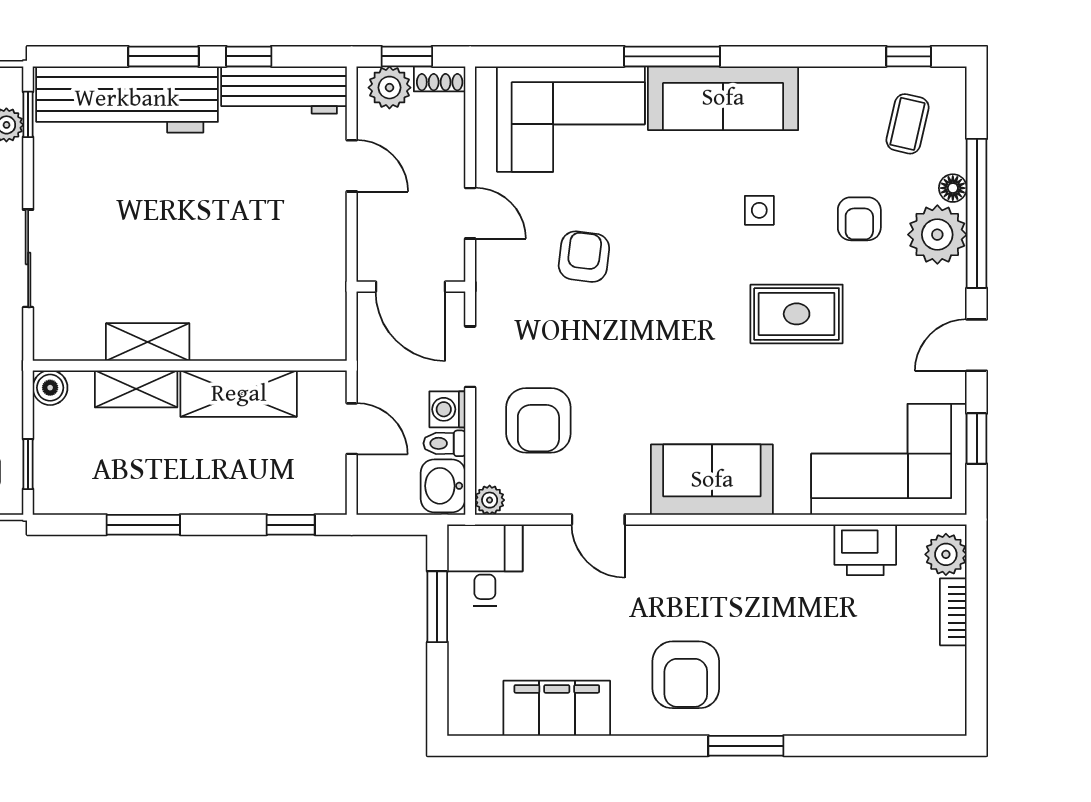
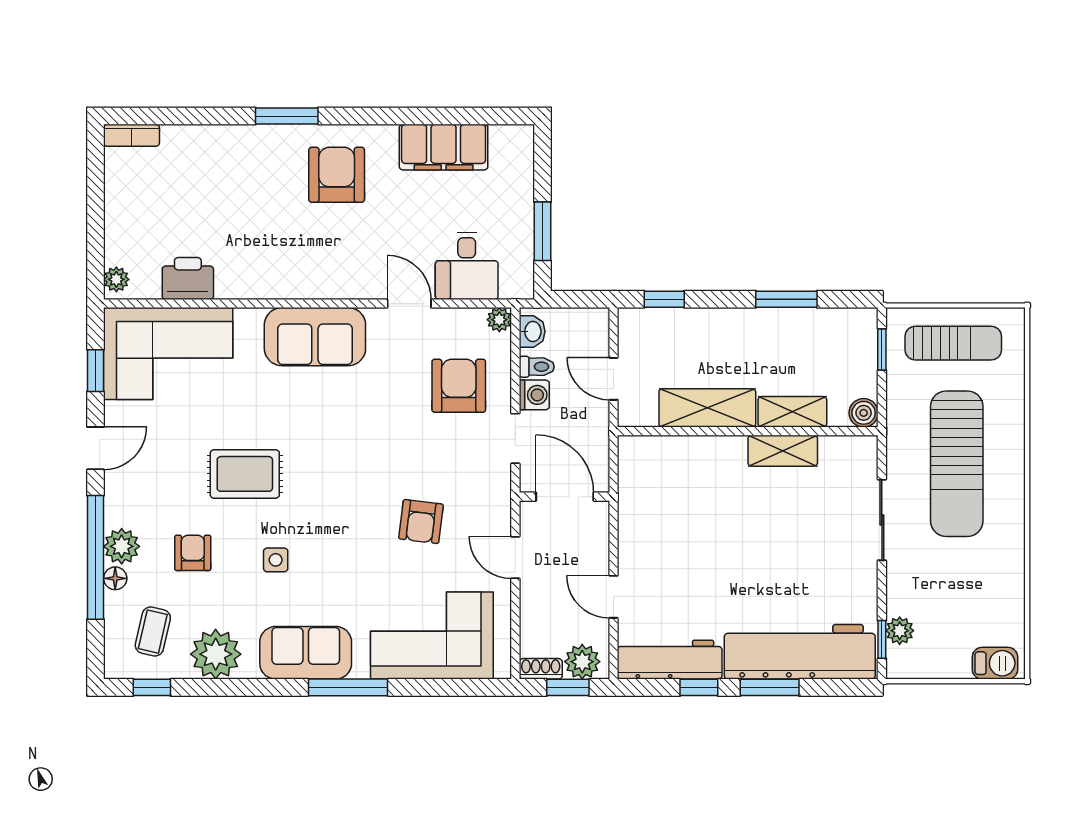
plant: (832, 97) -> (216, 654), added
sofa: (723, 98) -> (306, 653), width x0.73
plant: (937, 235) -> (122, 546), width x0.73, depth x0.73
washbasin: (443, 486) -> (532, 331), width x0.72, depth x0.69
plant: (946, 554) -> (116, 279), width x0.73, depth x0.73
desk: (485, 565) -> (467, 266), moved
bookcase: (953, 612) -> (131, 135), moved, turned 90

